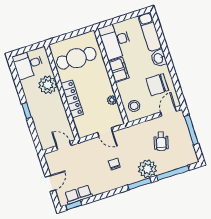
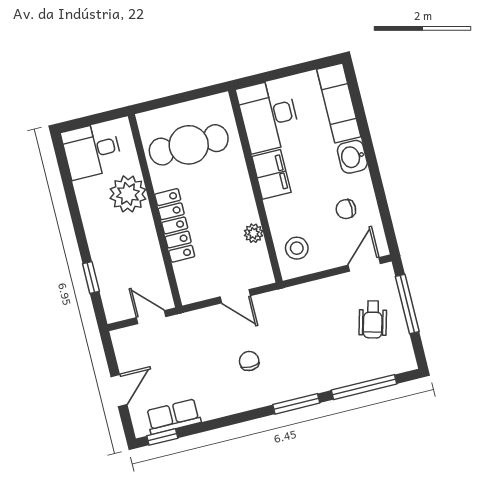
chair: (157, 85) -> (346, 209), width x0.54, depth x0.54
window: (27, 111) -> (91, 277), moved
wheelchair: (161, 141) -> (373, 320), moved
plant: (147, 169) -> (314, 375), removed

